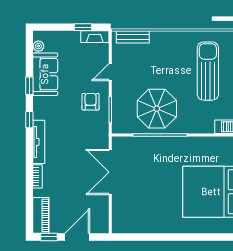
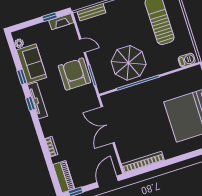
door: (110, 72) -> (82, 46), swing flipped
armchair: (91, 102) -> (74, 74), width x1.88, depth x1.88
tv unit: (39, 142) -> (38, 100), moved
bookcase: (137, 228) -> (143, 162), added
door: (77, 237) -> (108, 181), moved

